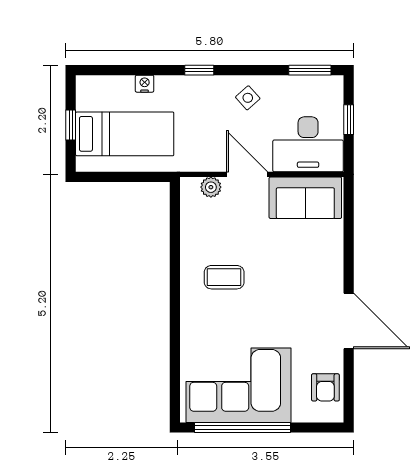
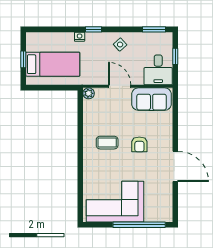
nightstand: (145, 84) -> (80, 37), moved
desk: (308, 144) -> (158, 70), width x0.73
plant: (211, 187) -> (89, 93), moved
armchair: (325, 387) -> (139, 144), moved
window: (242, 428) -> (139, 225), moved

